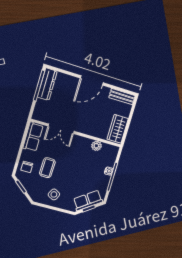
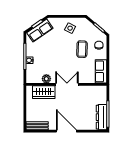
door: (92, 80) -> (66, 131), hinge flipped
double door: (61, 129) -> (67, 84), moved
wardrobe: (118, 129) -> (44, 92), moved, turned 90

